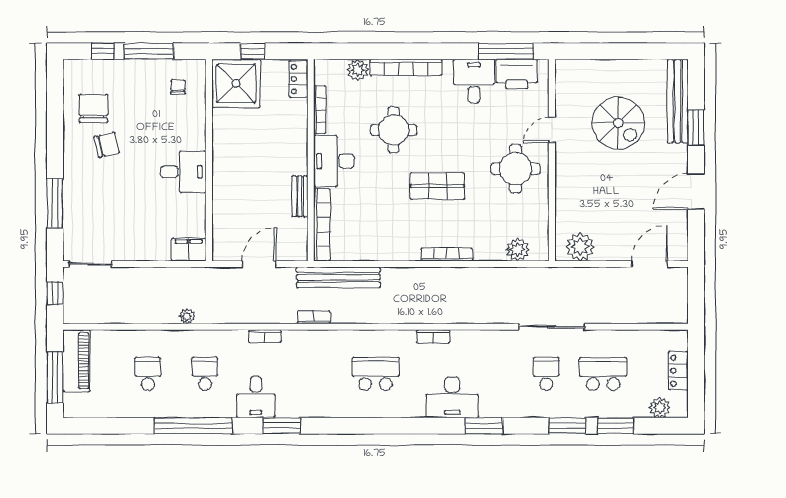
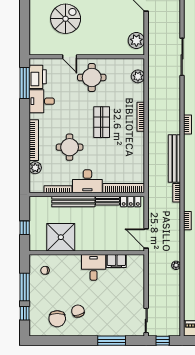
locker: (299, 79) -> (131, 202), moved
shower: (236, 83) -> (61, 237), moved
chair: (93, 108) -> (57, 319), turned -90
bench: (299, 137) -> (73, 202), added
filing cabinet: (189, 250) -> (116, 261), moved, turned -90
door: (259, 264) -> (146, 238), moved
bench: (338, 277) -> (174, 158), moved

